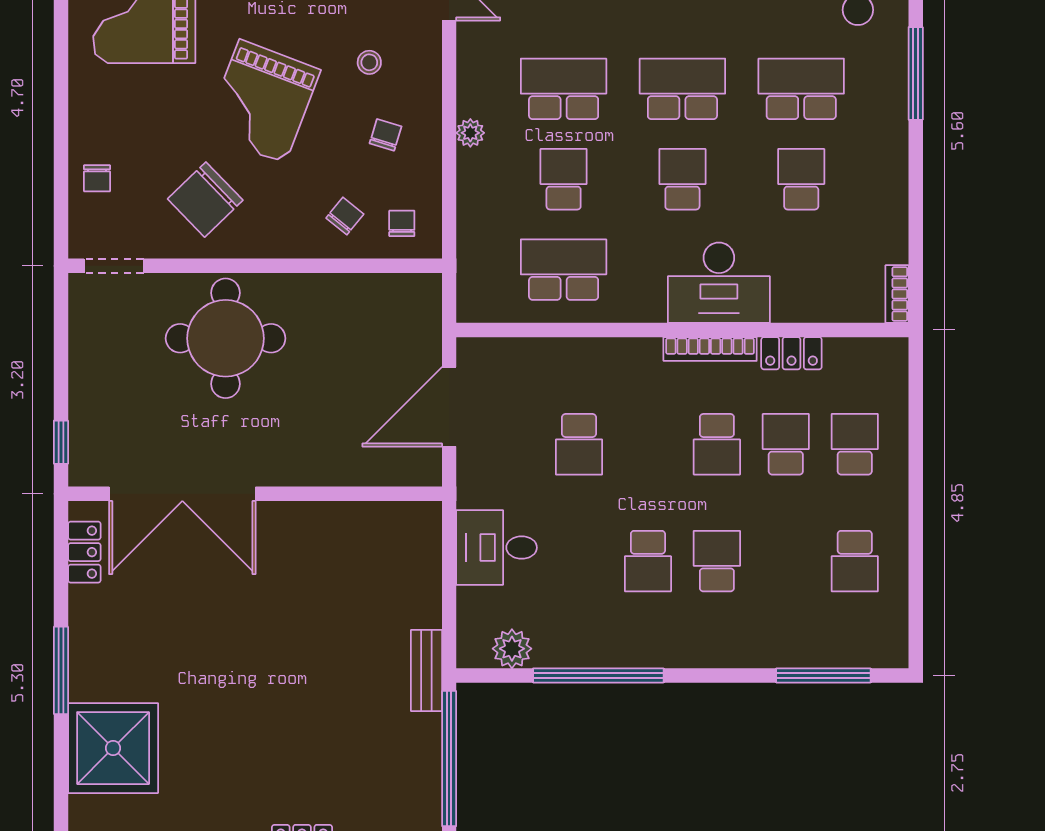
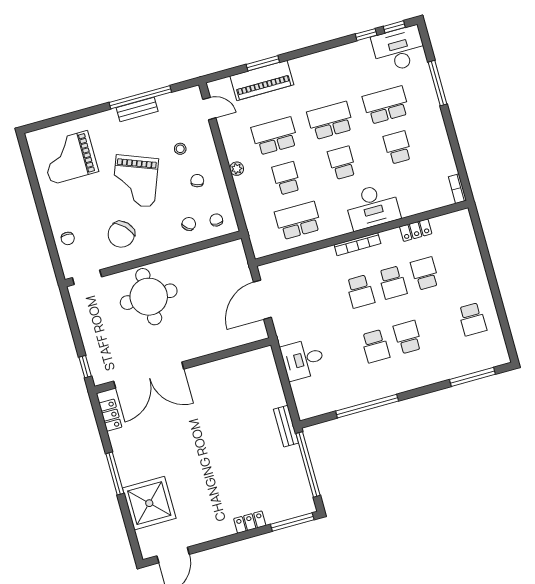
bookcase: (710, 349) -> (357, 244), moved
school desk: (579, 444) -> (360, 291), moved
school desk: (855, 444) -> (457, 265), removed
plant: (512, 649) -> (323, 405), removed

